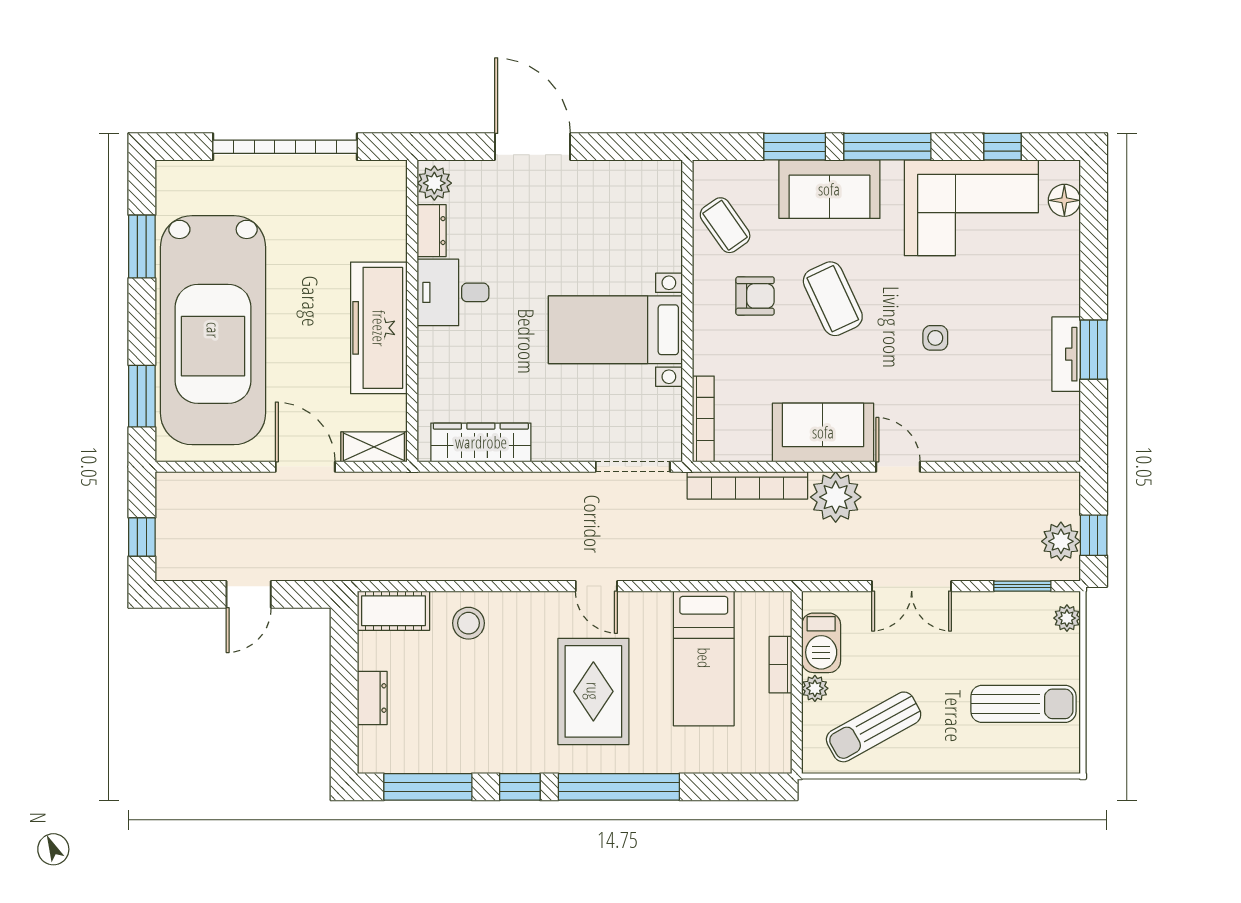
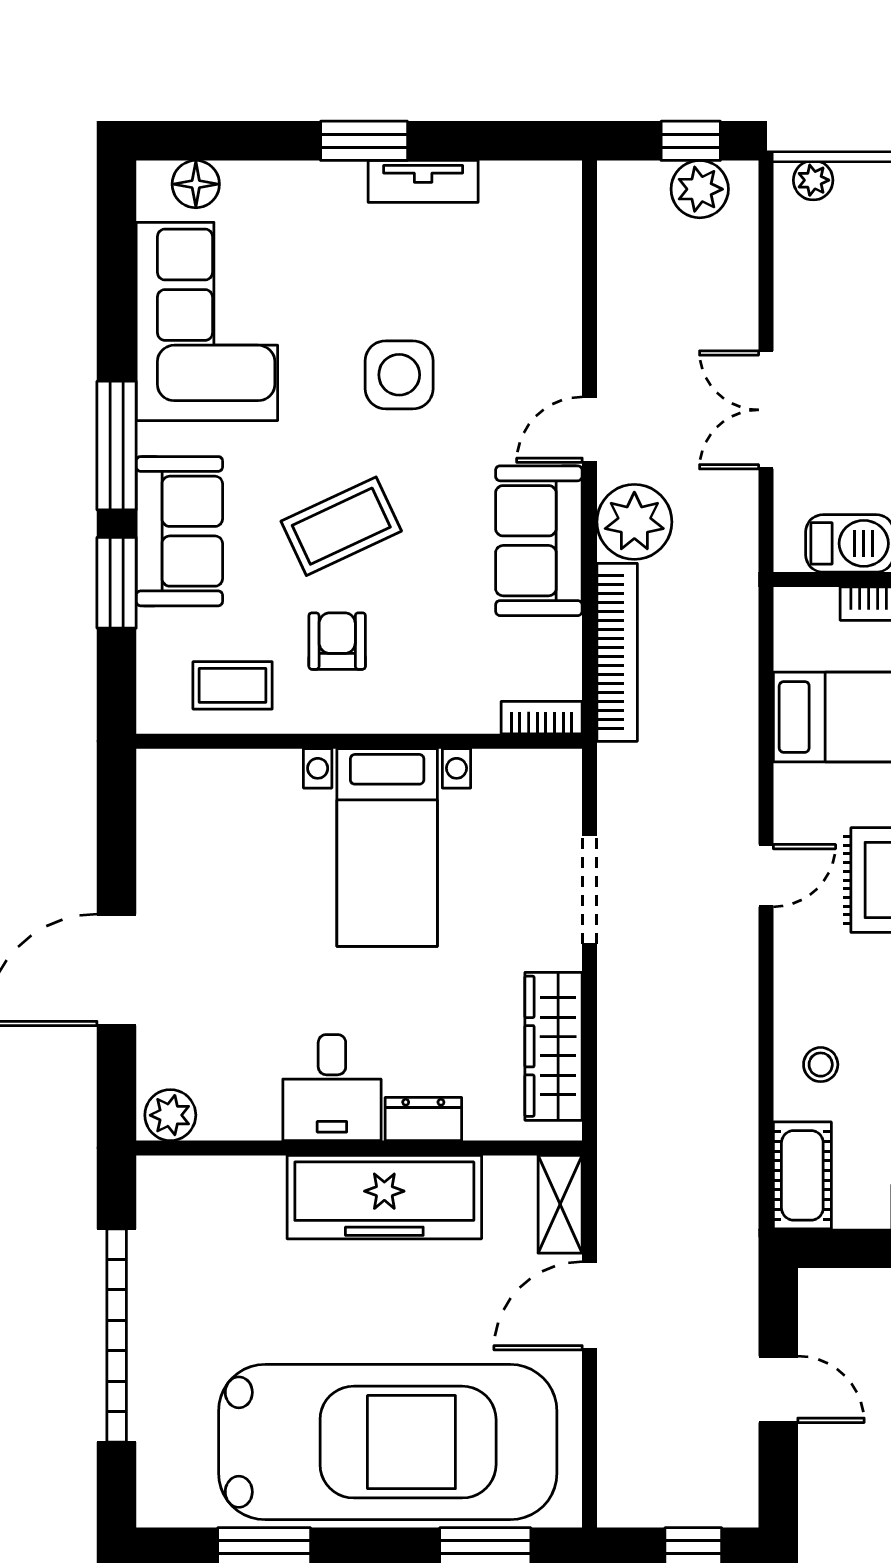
window: (1003, 147) -> (117, 275), removed
coffee table: (725, 225) -> (233, 685), turned 35
dresser: (432, 231) -> (423, 1119), moved
side table: (935, 338) -> (399, 375), width x1.87, depth x1.87
window: (1094, 350) -> (364, 141), moved
bookcase: (703, 419) -> (542, 718), width x0.64
doorway: (633, 467) -> (590, 889), moved
double door: (912, 586) -> (766, 410), swing flipped
window: (1022, 586) -> (766, 246), removed
stool: (468, 623) -> (821, 1065), width x0.73, depth x0.73

